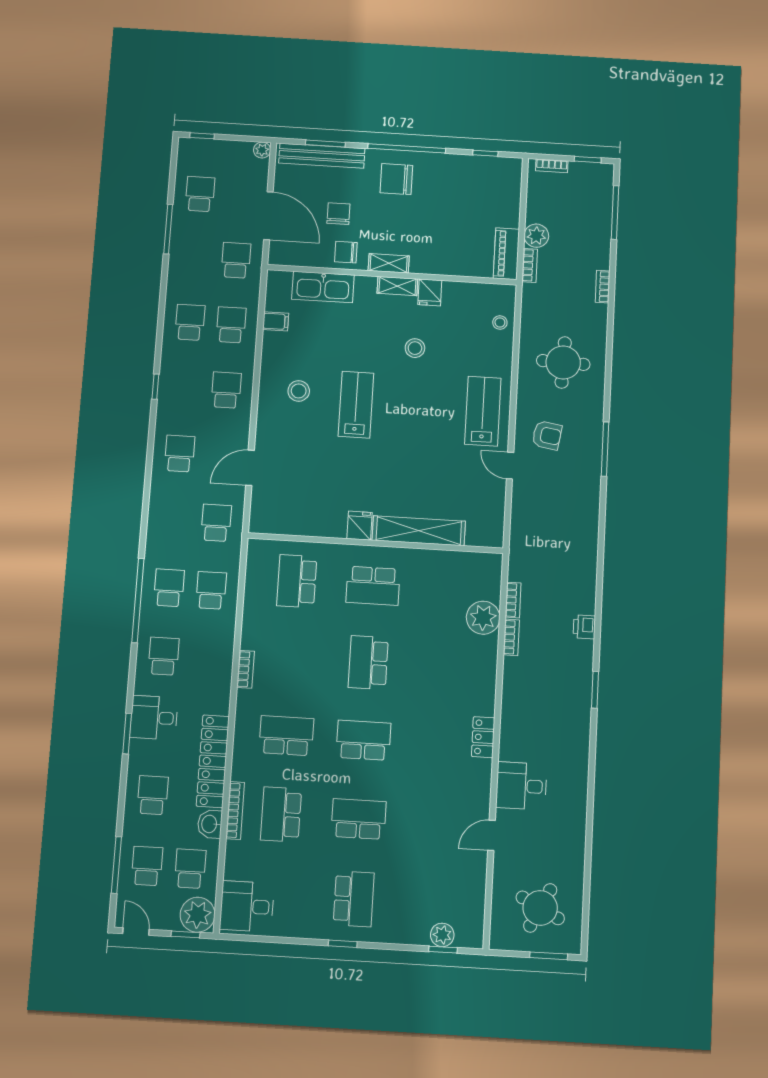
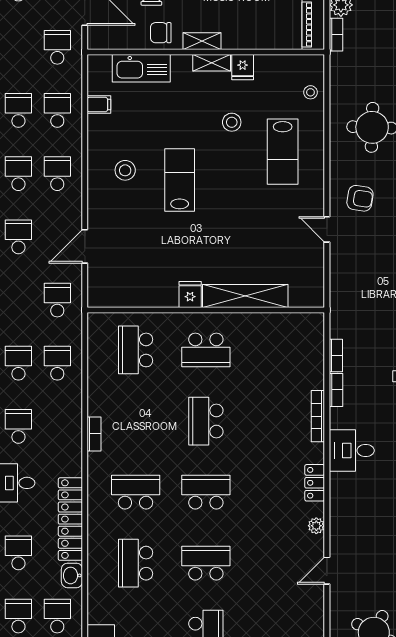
school desk: (185, 388) -> (18, 174), added
lab bench: (483, 411) -> (283, 152), moved, turned 180
plant: (483, 618) -> (316, 526), moved, width x0.53, depth x0.53
desk: (521, 786) -> (352, 451), moved
bookcase: (235, 810) -> (318, 416), moved, turned 180

